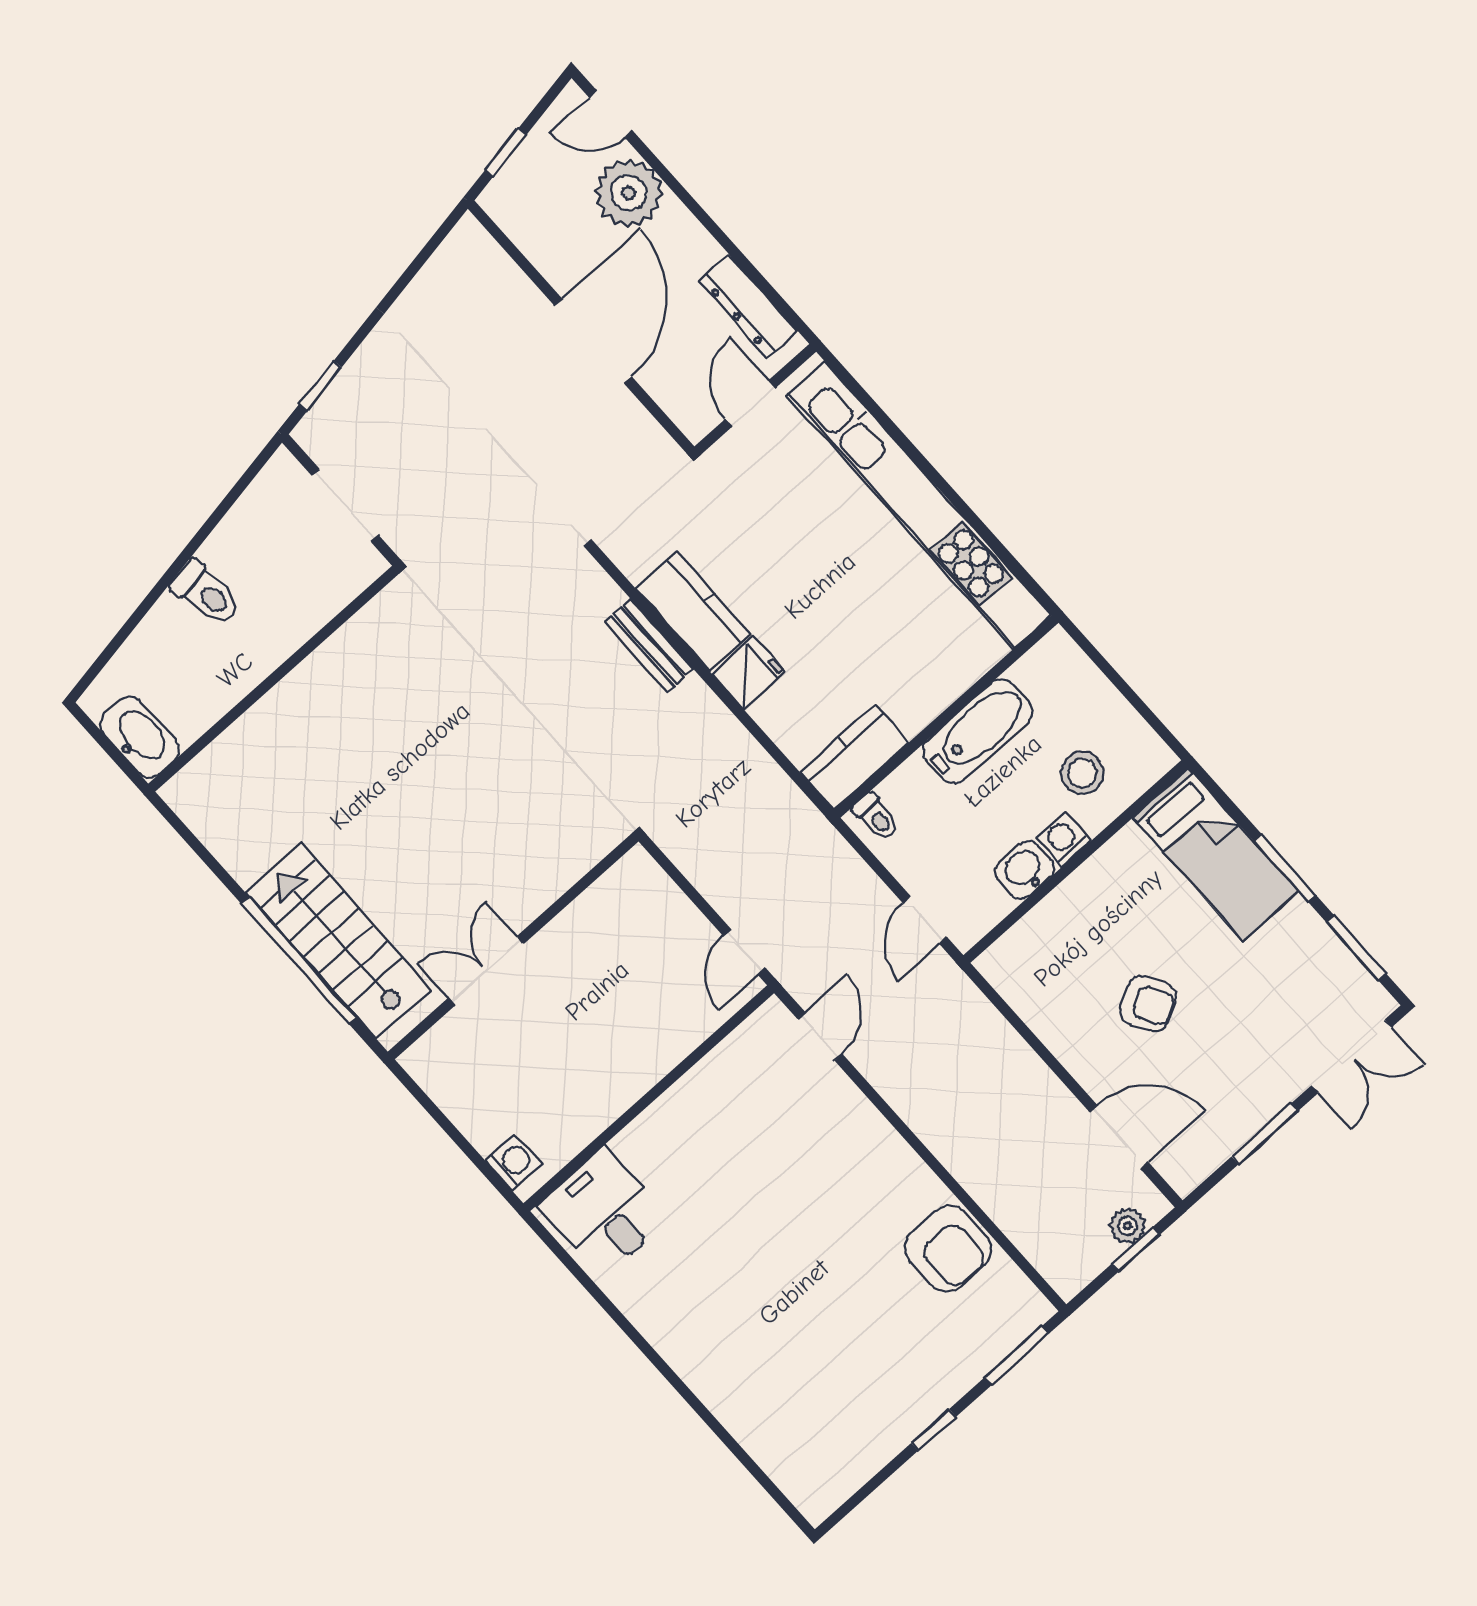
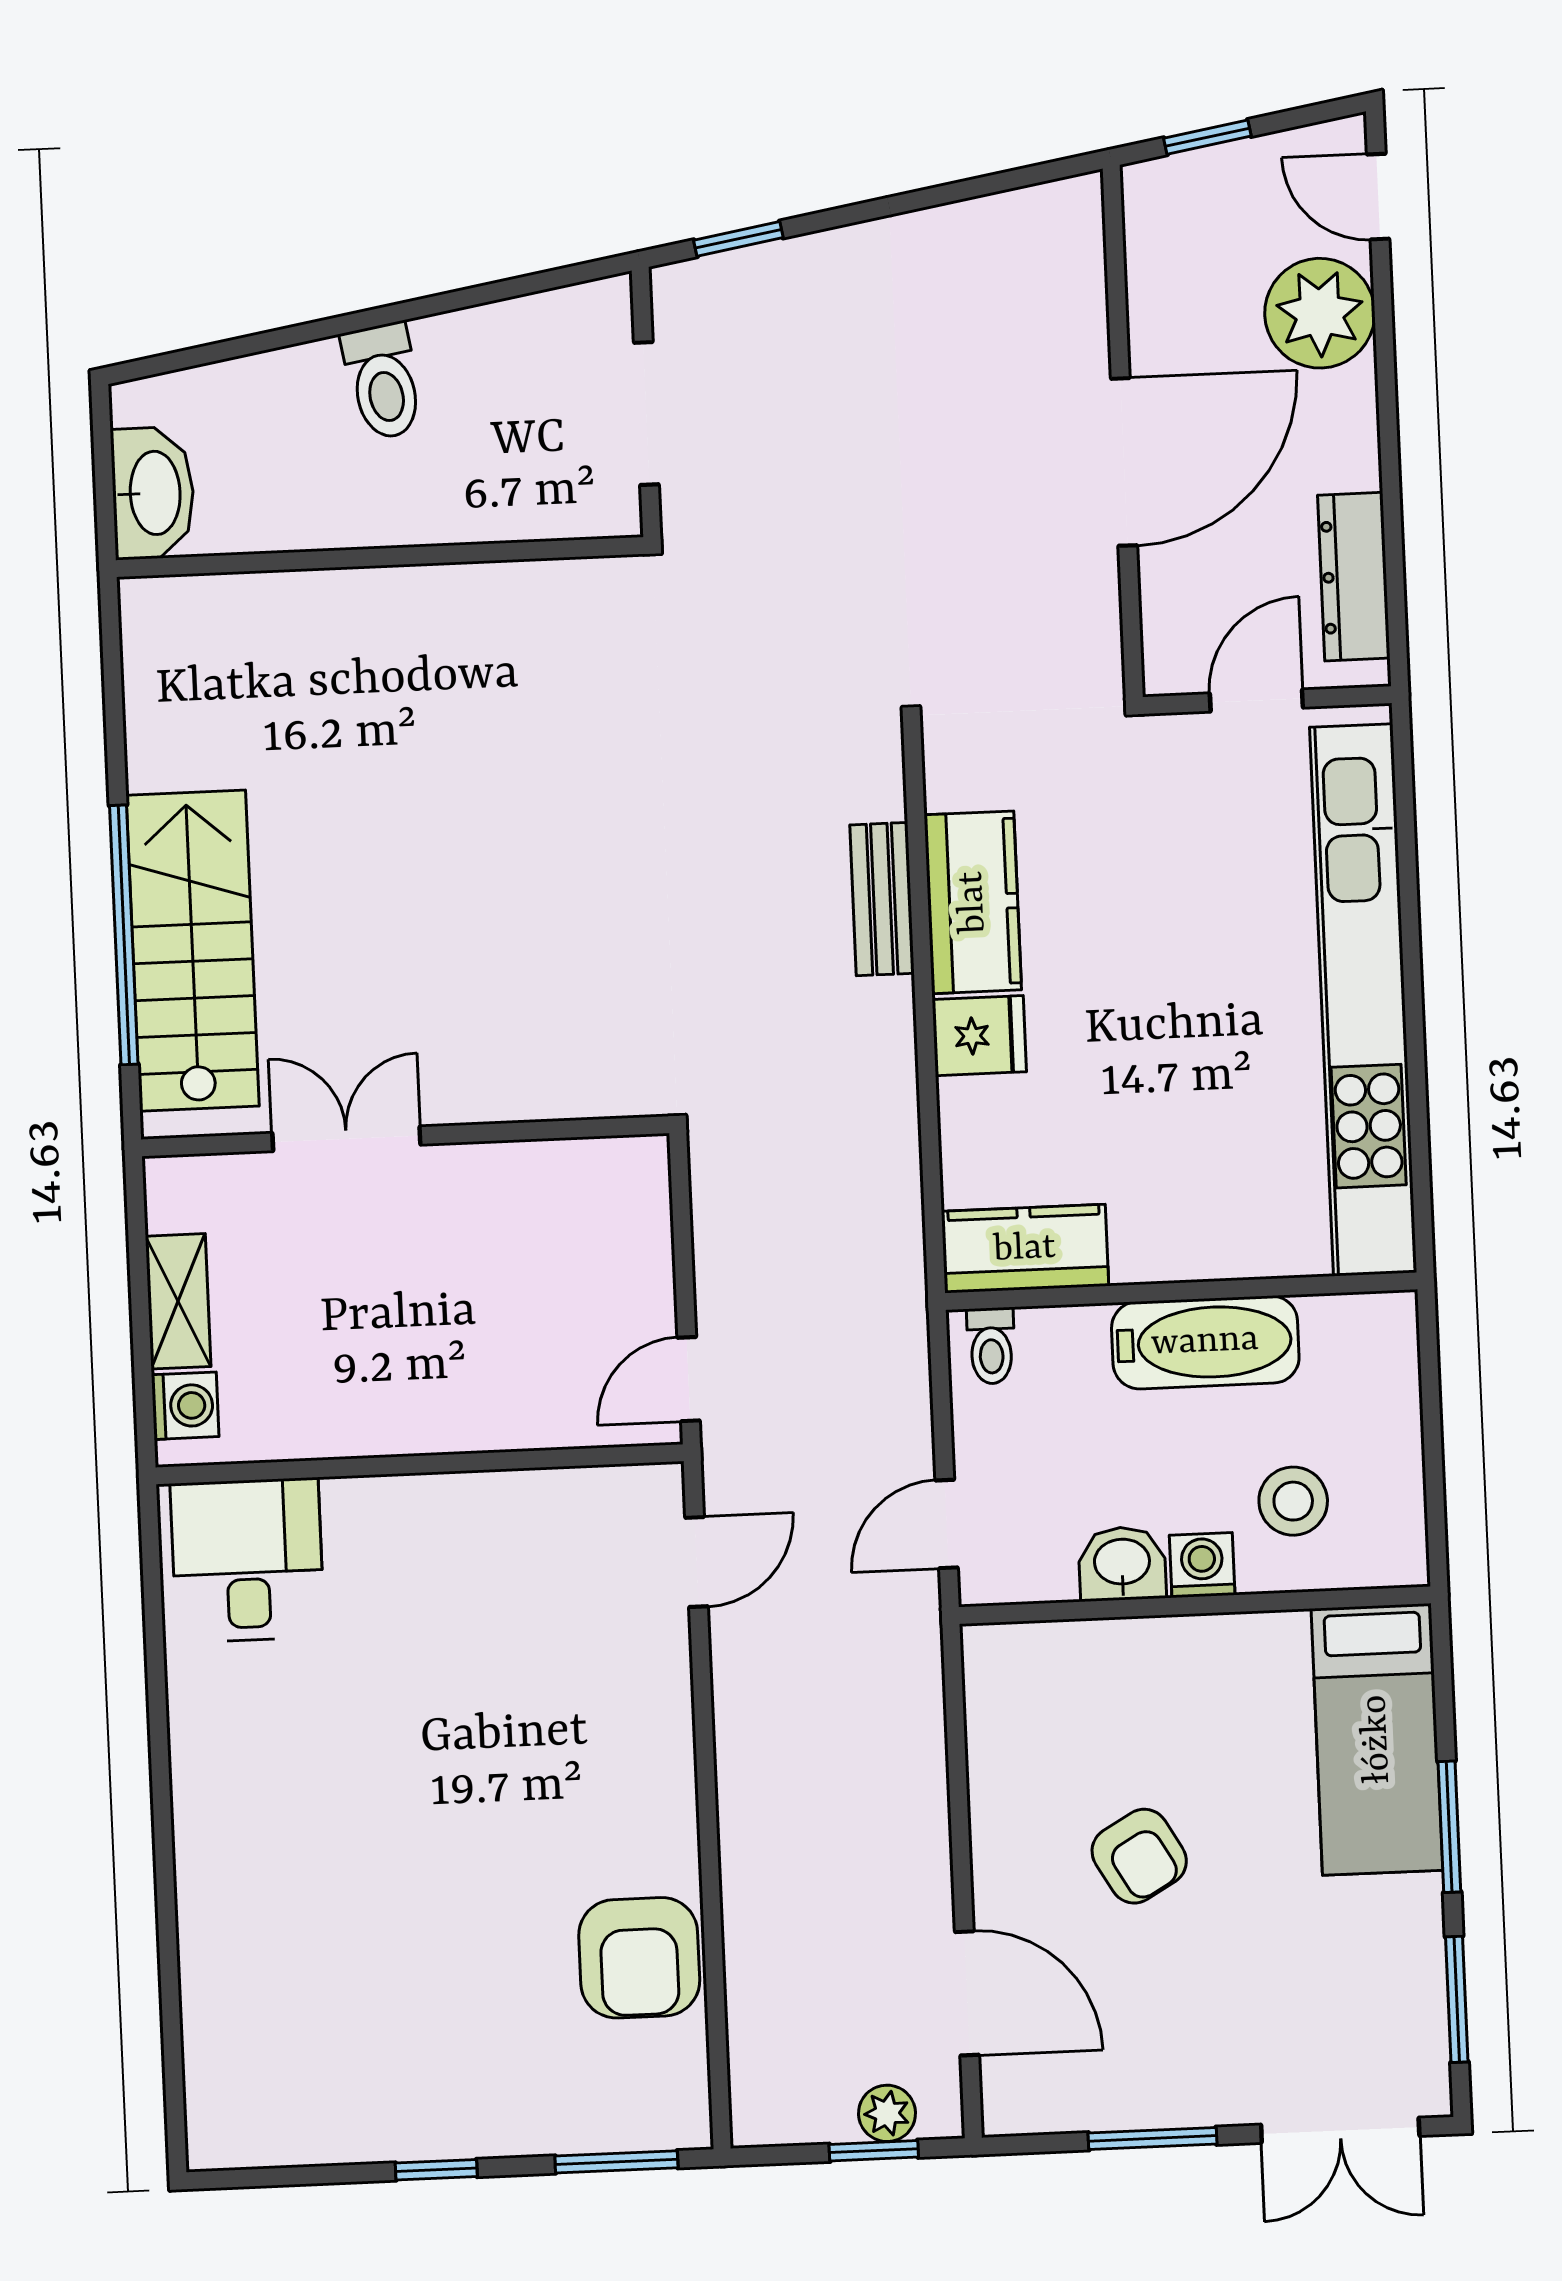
shelving: (469, 1115) -> (178, 1301), added

